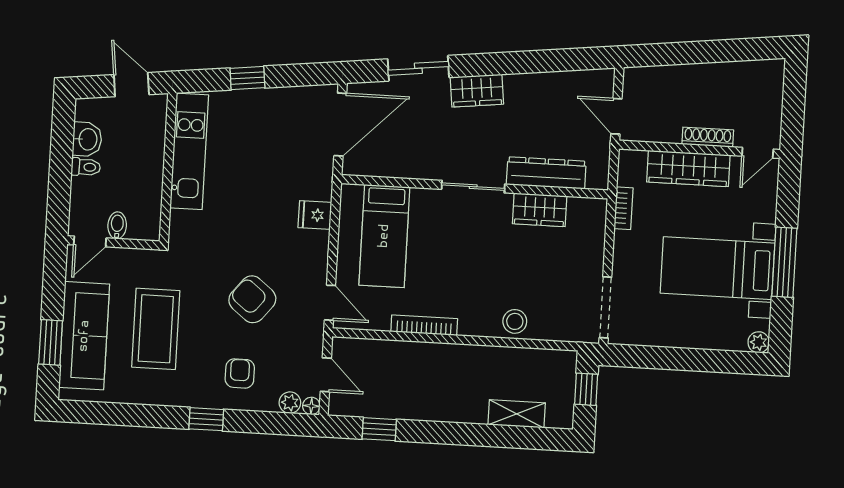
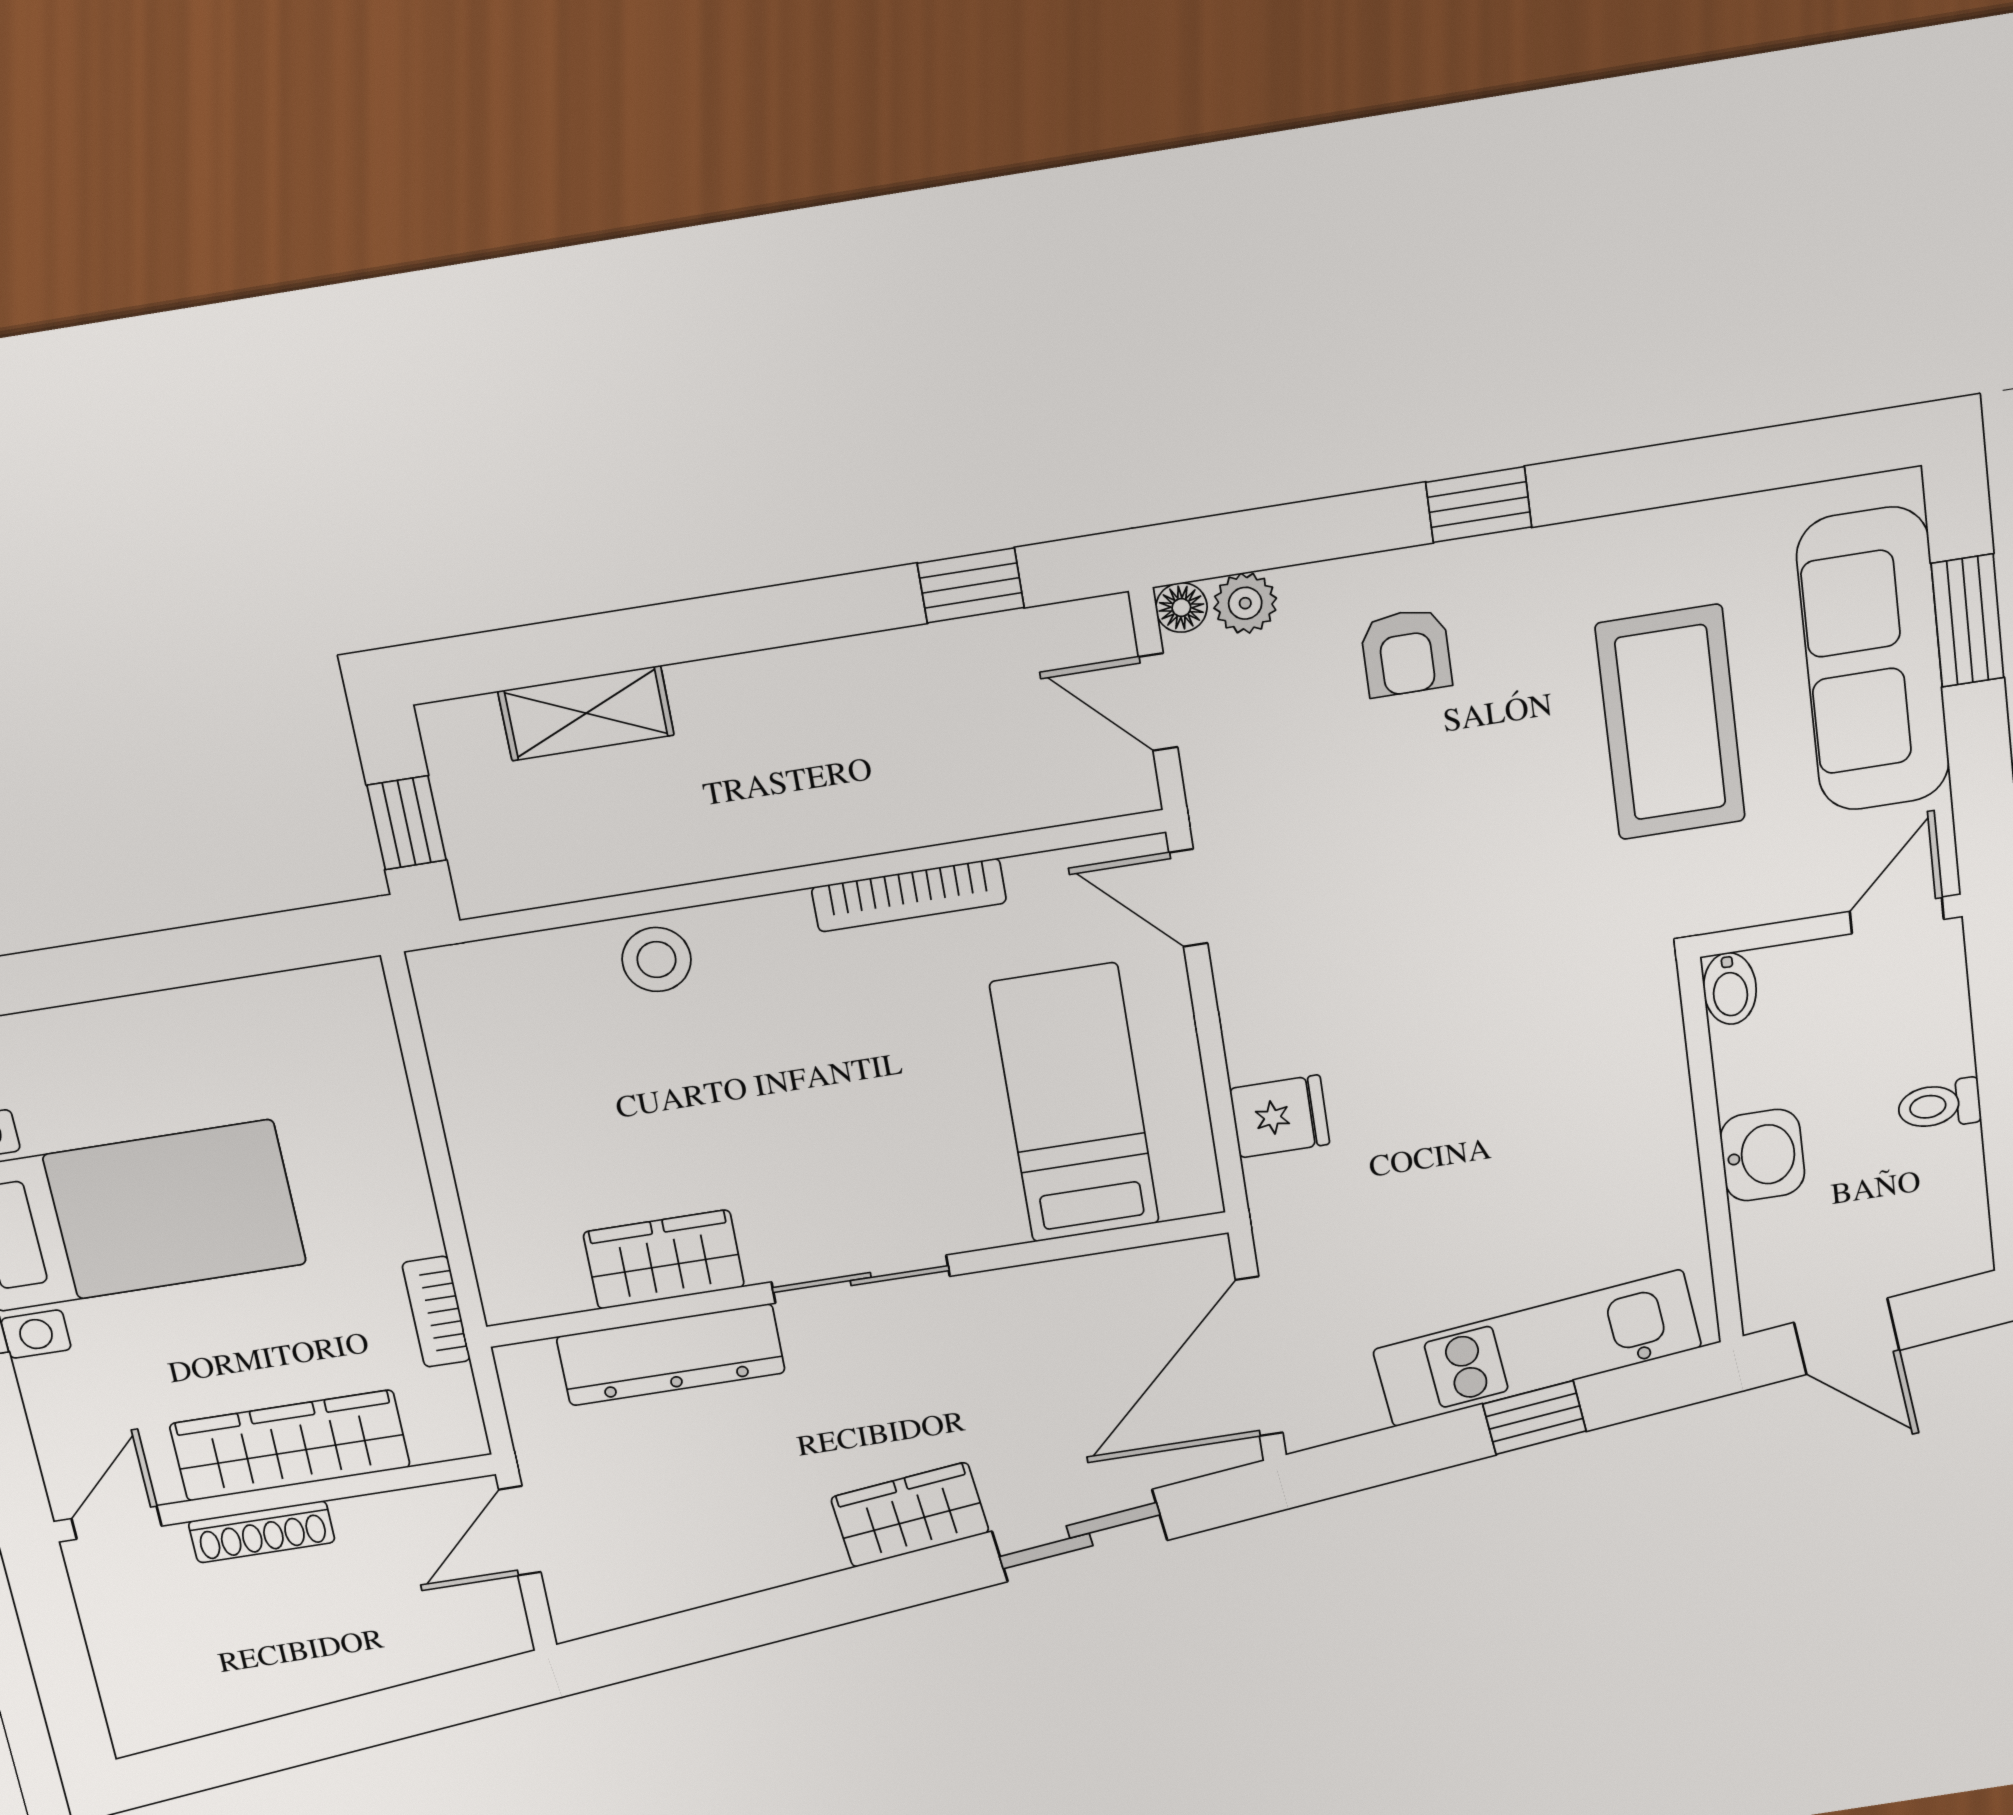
door: (616, 116) -> (520, 1531), swing flipped
washbasin: (87, 139) -> (1762, 1155), moved, turned 180
kitchen unit: (189, 151) -> (1537, 1348), moved, turned 83
bidet: (117, 225) -> (1730, 988), moved
armchair: (252, 299) -> (1410, 860), removed
doorway: (605, 307) -> (414, 1050), removed

